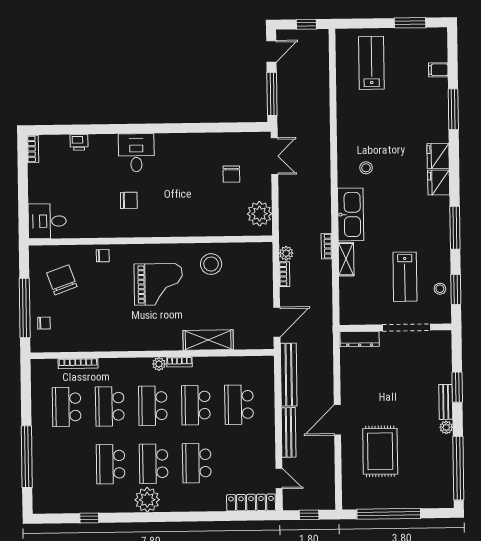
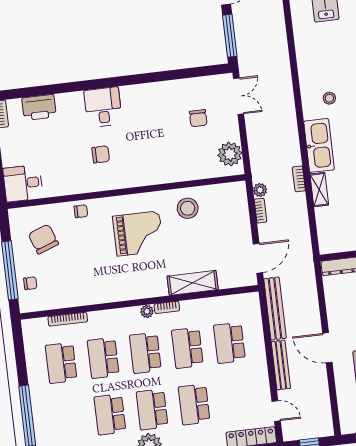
printer: (79, 142) -> (39, 107), width x1.87, depth x1.48
door: (337, 420) -> (327, 348), hinge flipped

